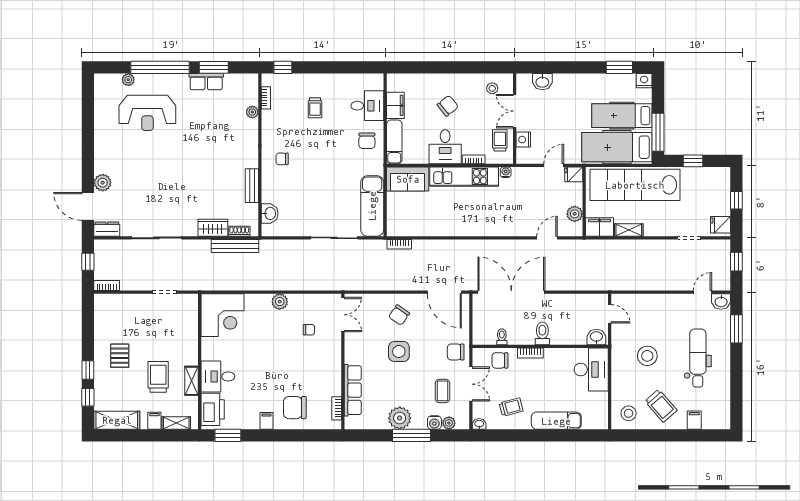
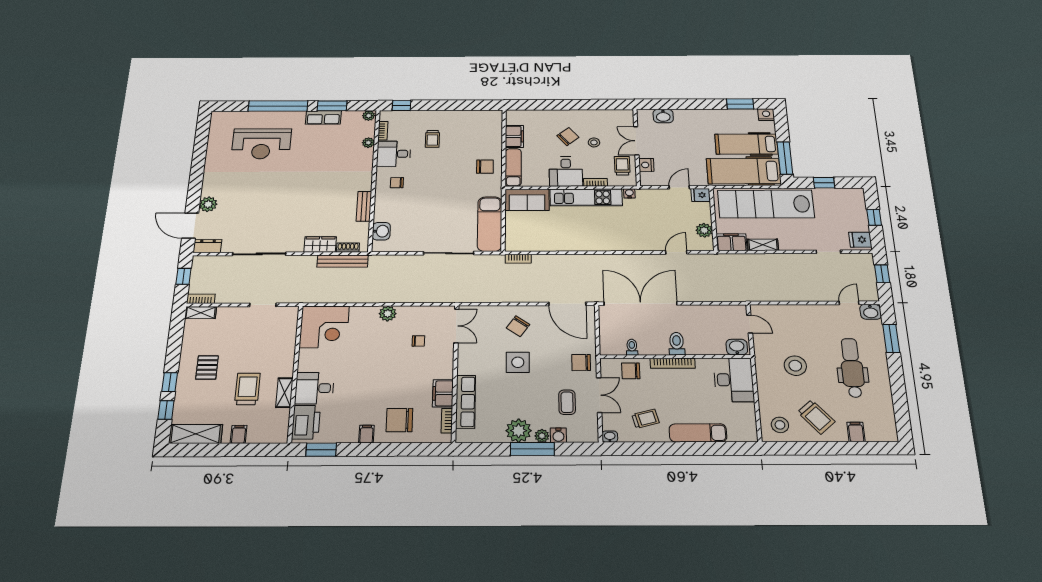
plant: (128, 80) -> (369, 116), moved
stool: (492, 88) -> (594, 142), moved
desk: (367, 106) -> (394, 154), moved, turned 180
chair: (367, 141) -> (485, 167), turned -90
bookcase: (530, 353) -> (673, 363), width x1.56
filing cabinet: (332, 382) -> (443, 393), added
shelving: (176, 423) -> (201, 313), moved
plant: (449, 423) -> (542, 436), moved

